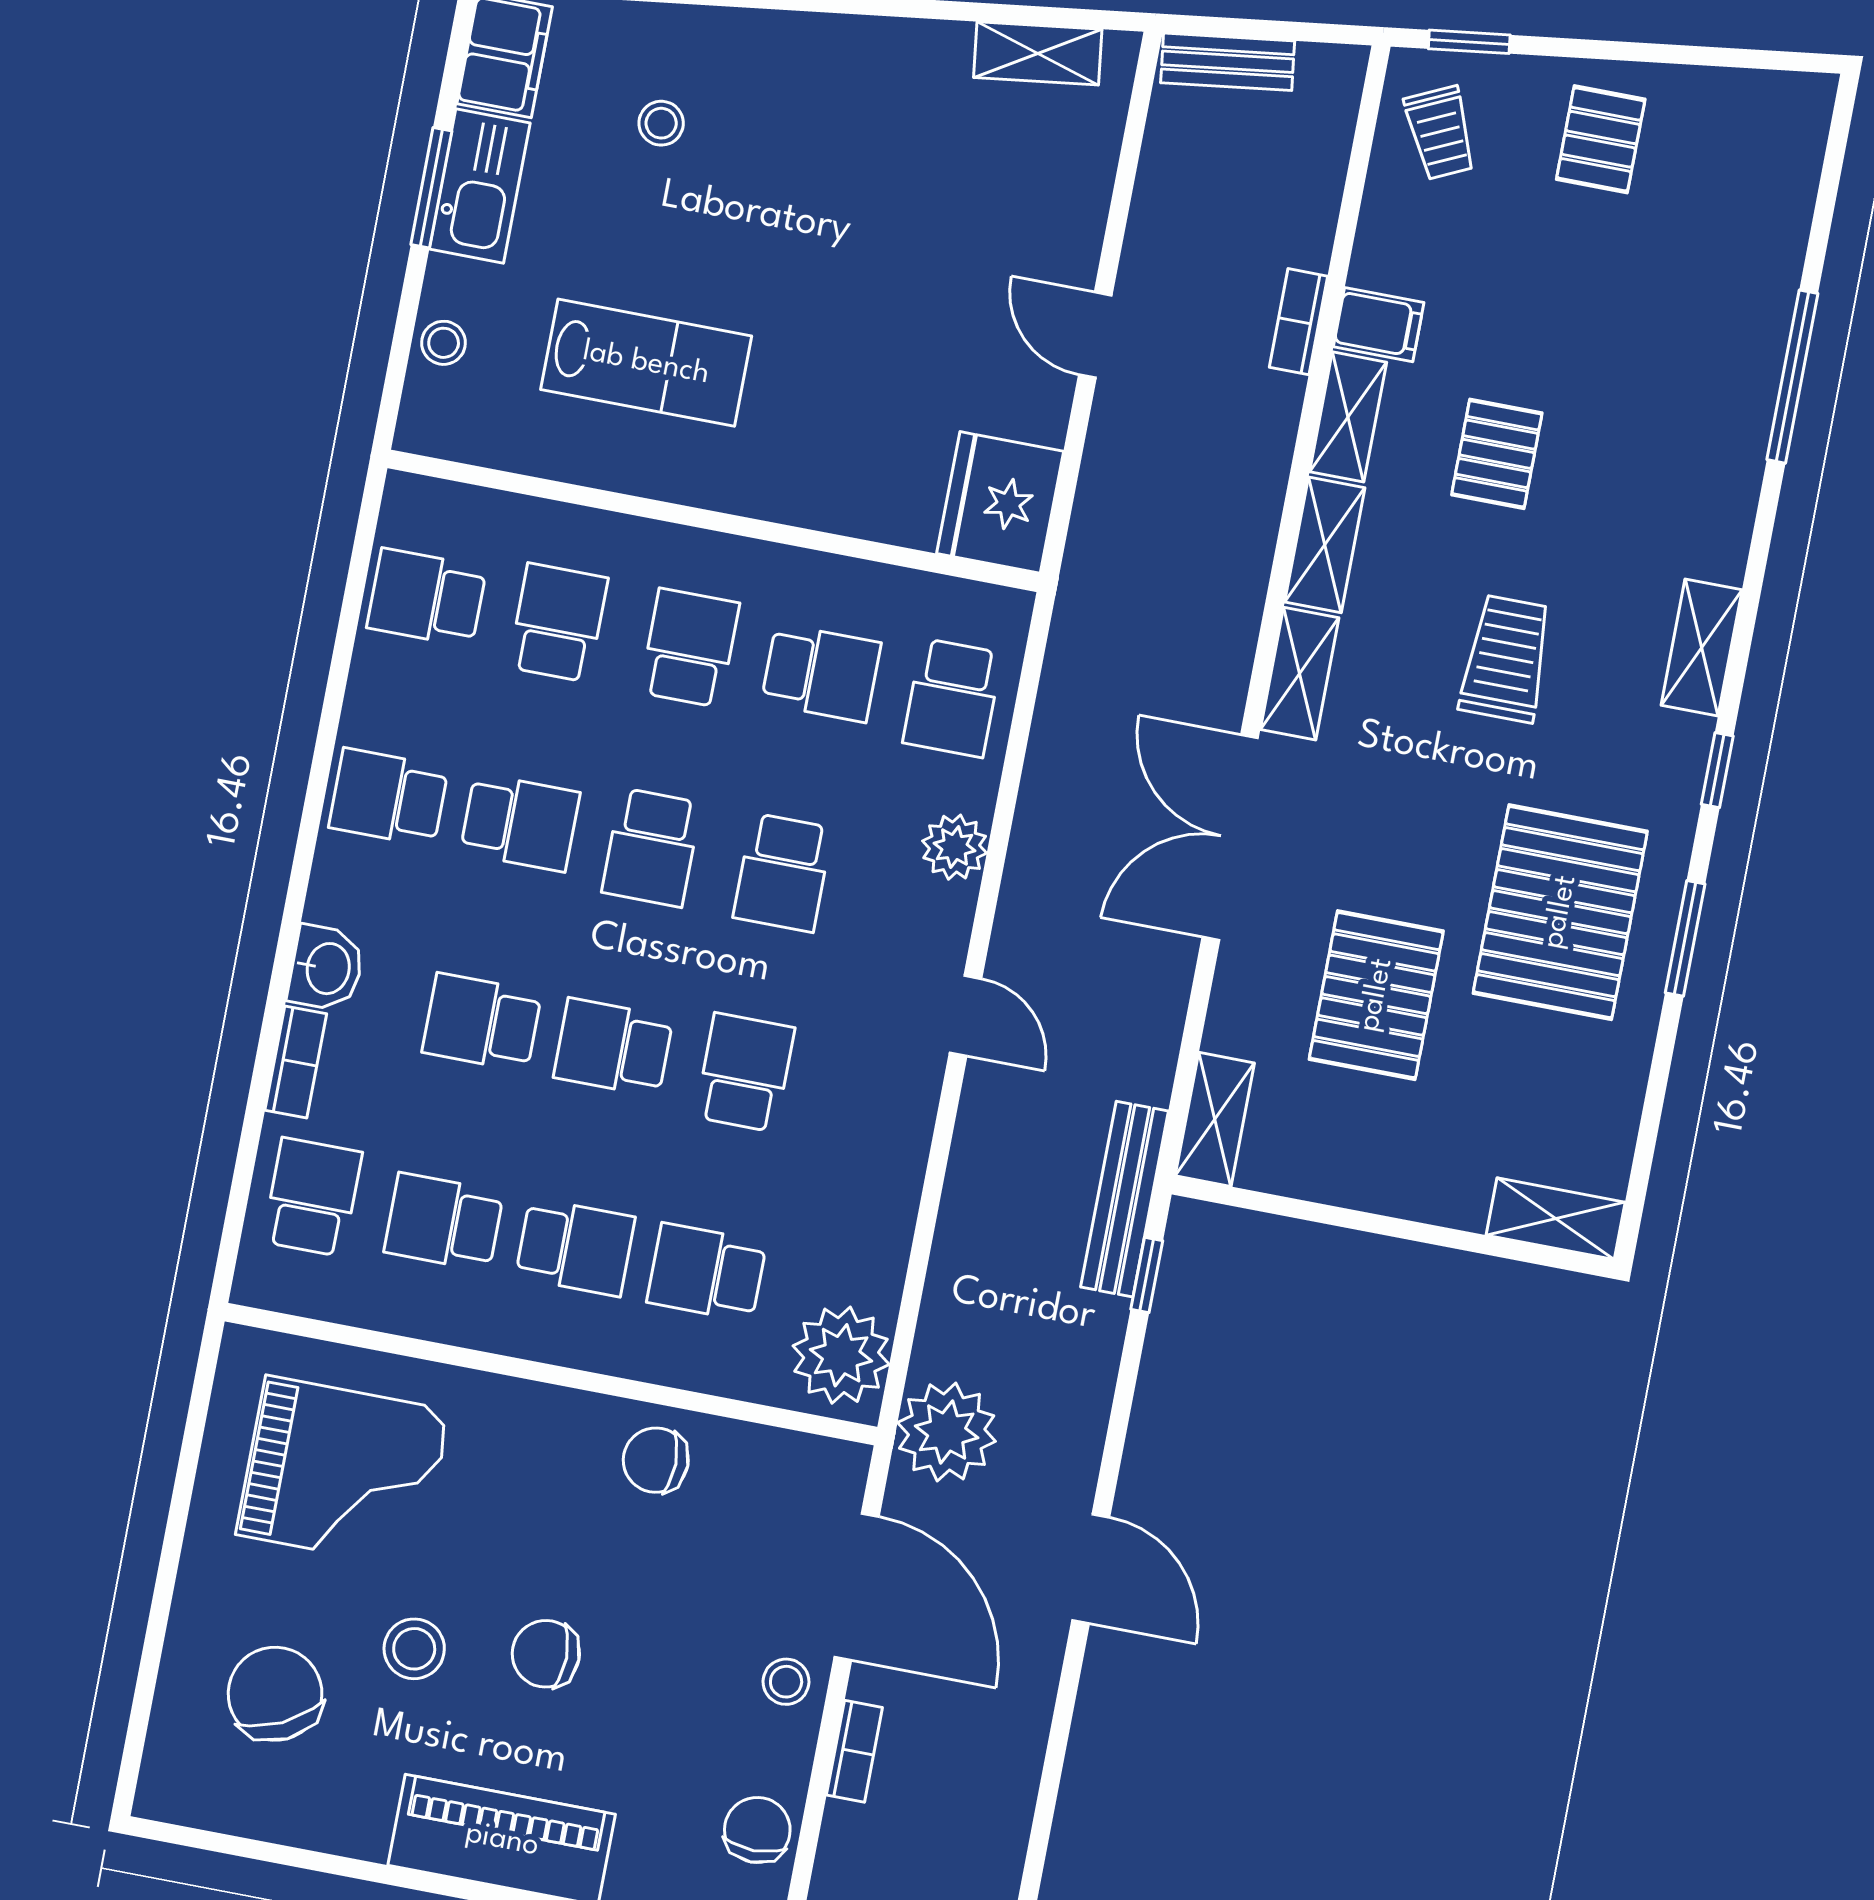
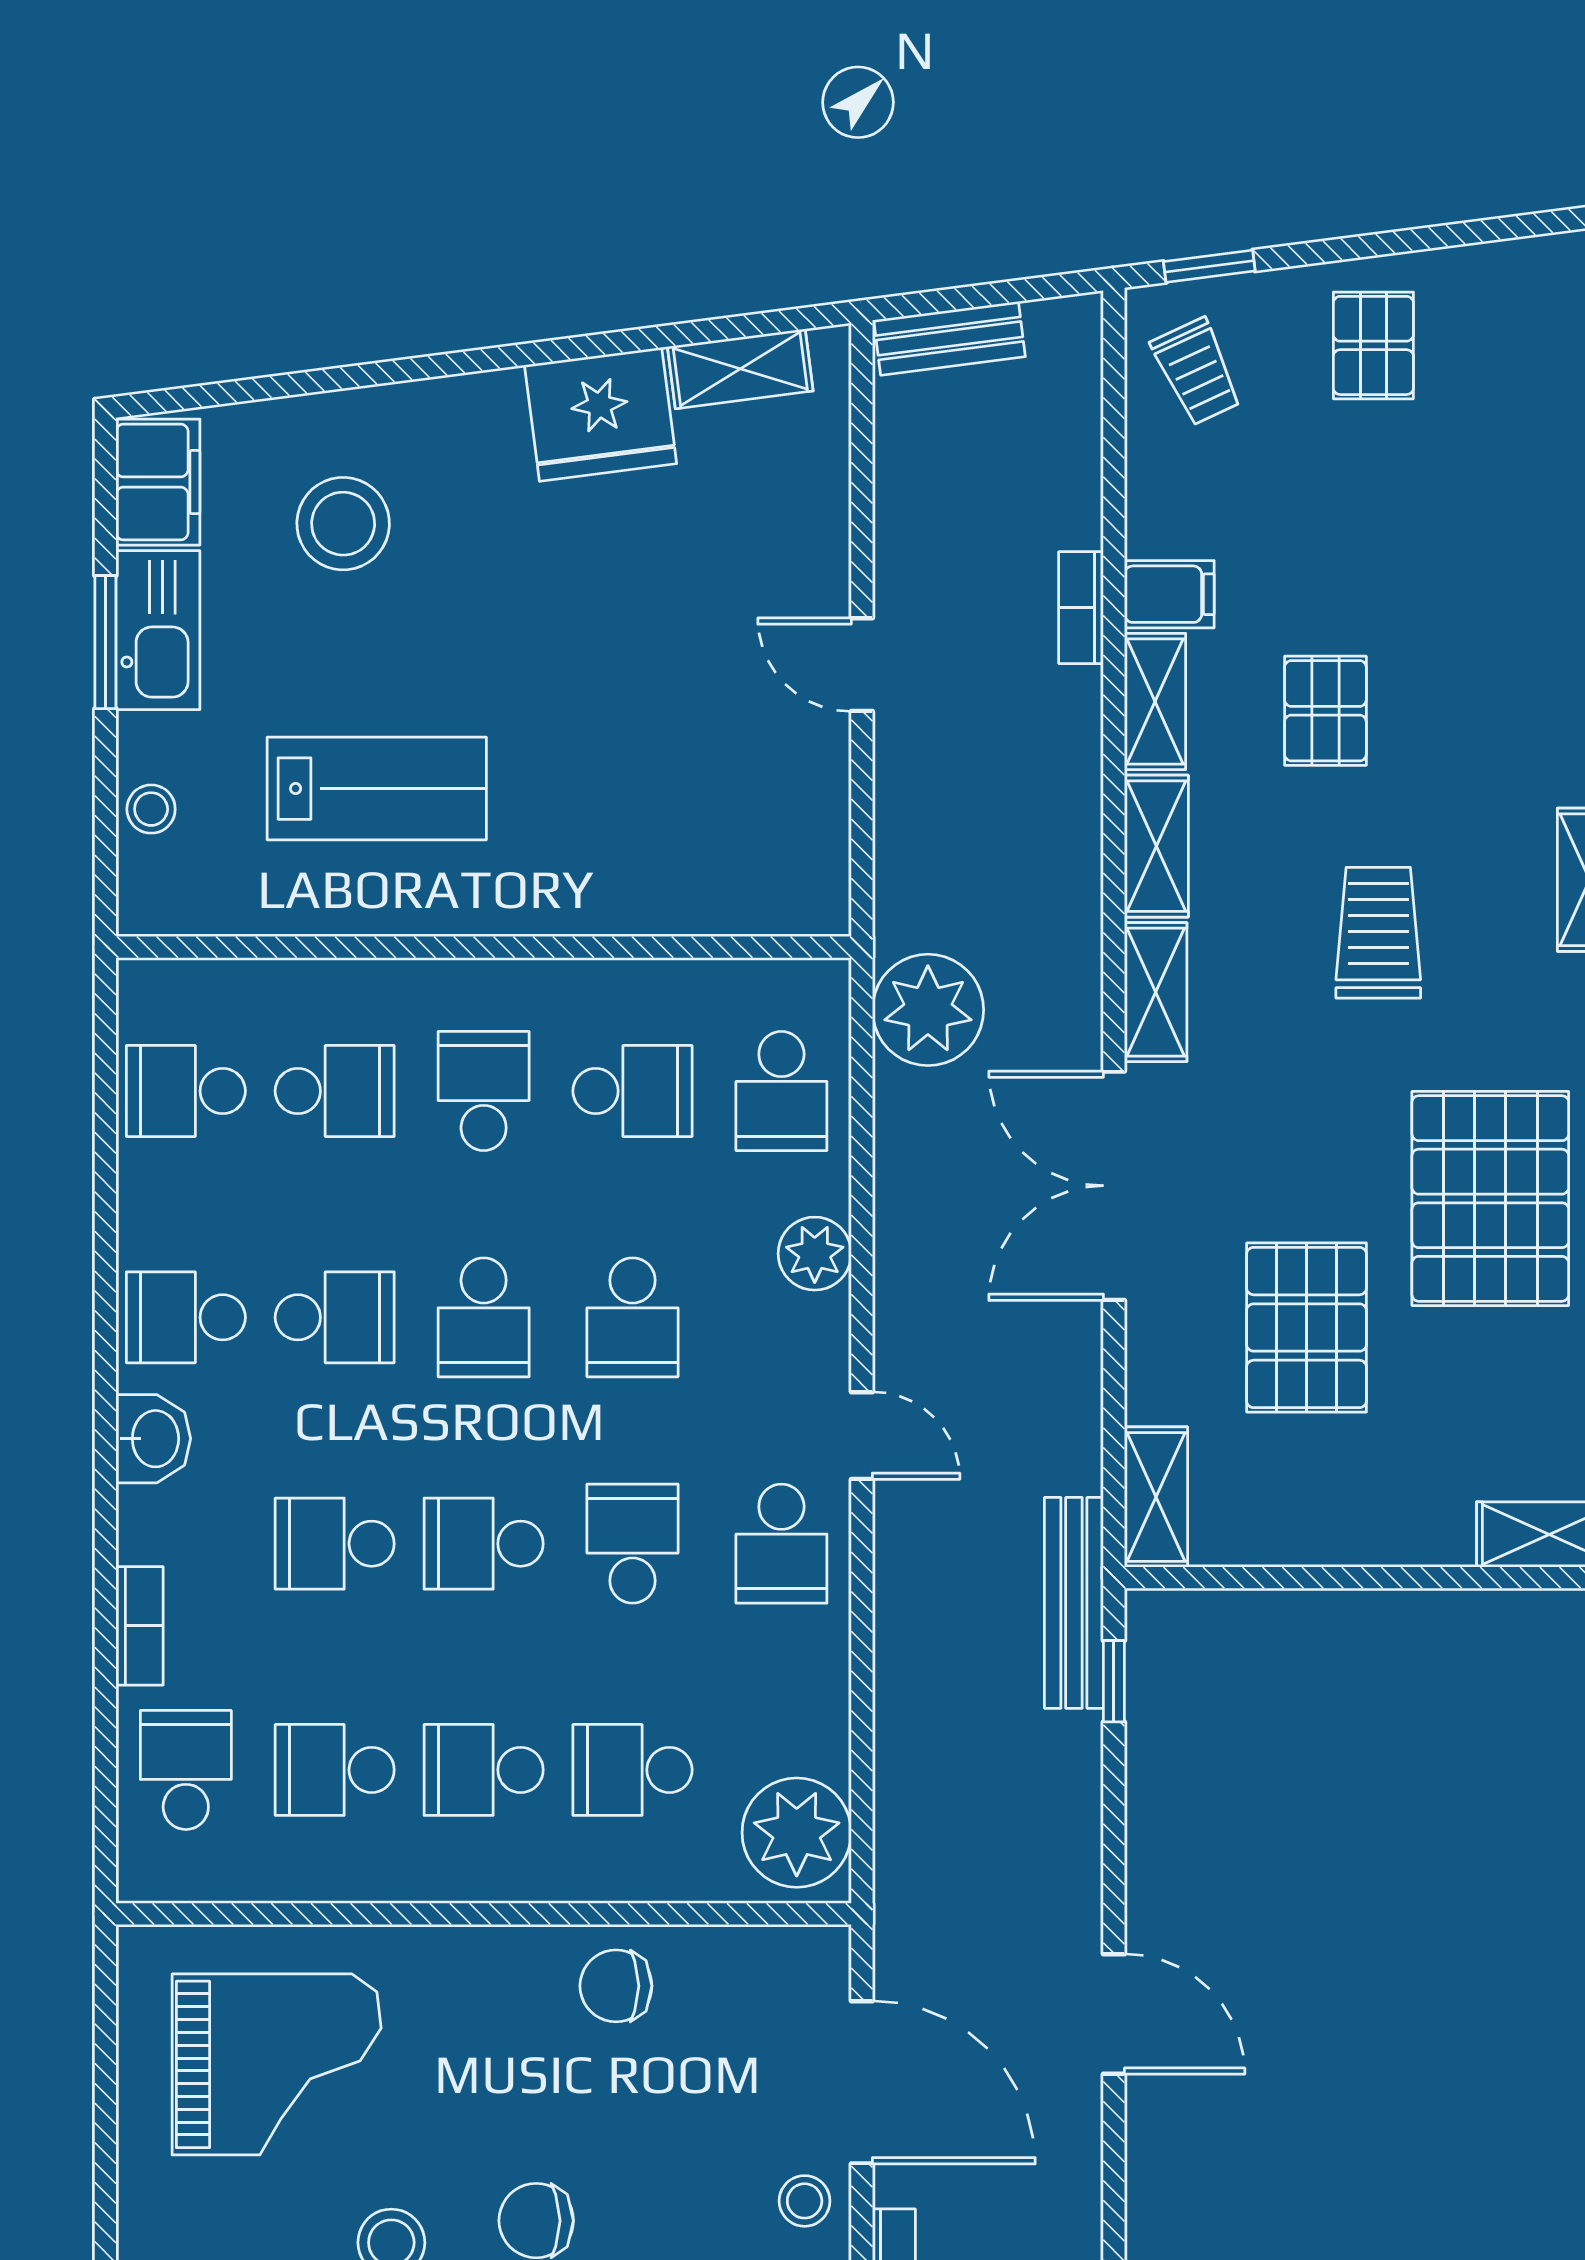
stool: (661, 123) -> (343, 524), width x1.89, depth x1.89
fridge: (1000, 502) -> (601, 414), moved, turned -97
school desk: (558, 623) -> (335, 1091), turned 90
washbasin: (326, 968) -> (153, 1439), moved
school desk: (876, 1098) -> (781, 1544), added
school desk: (575, 1247) -> (484, 1770), turned 180
plant: (947, 1432) -> (928, 1010), moved

